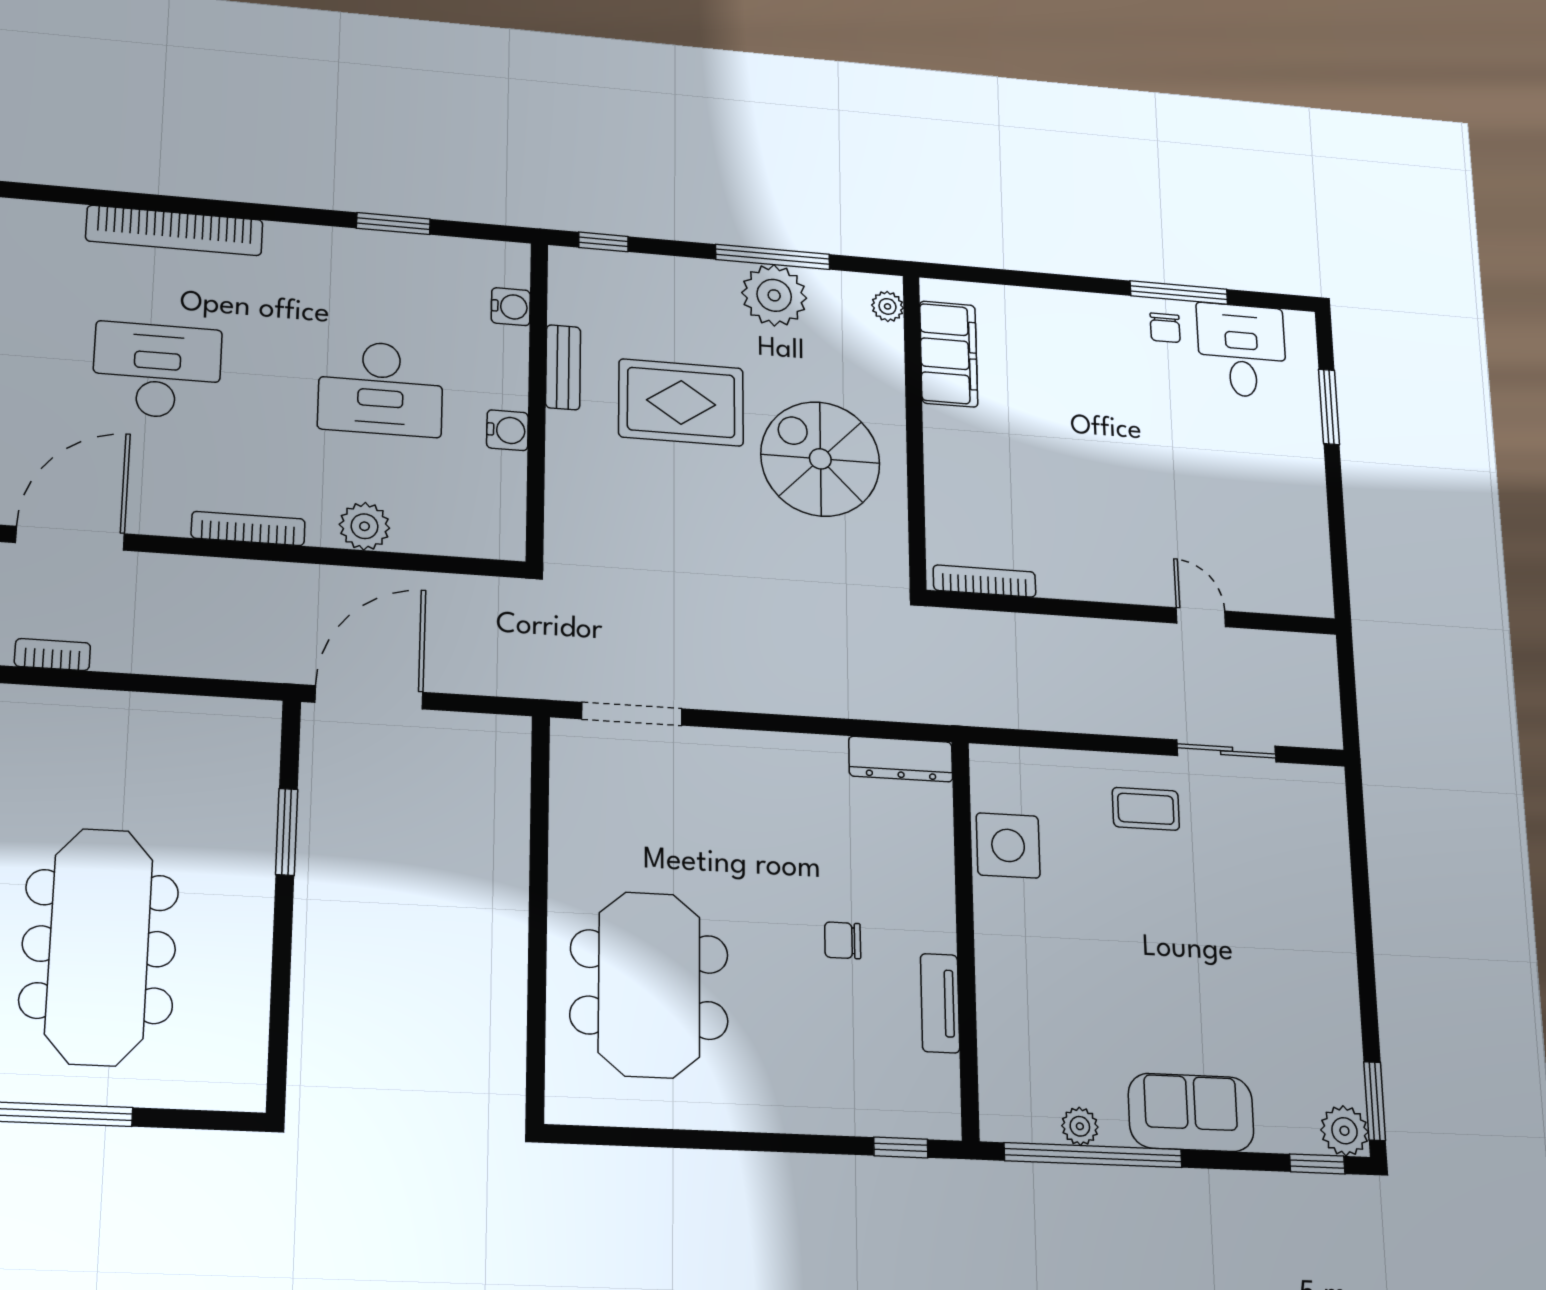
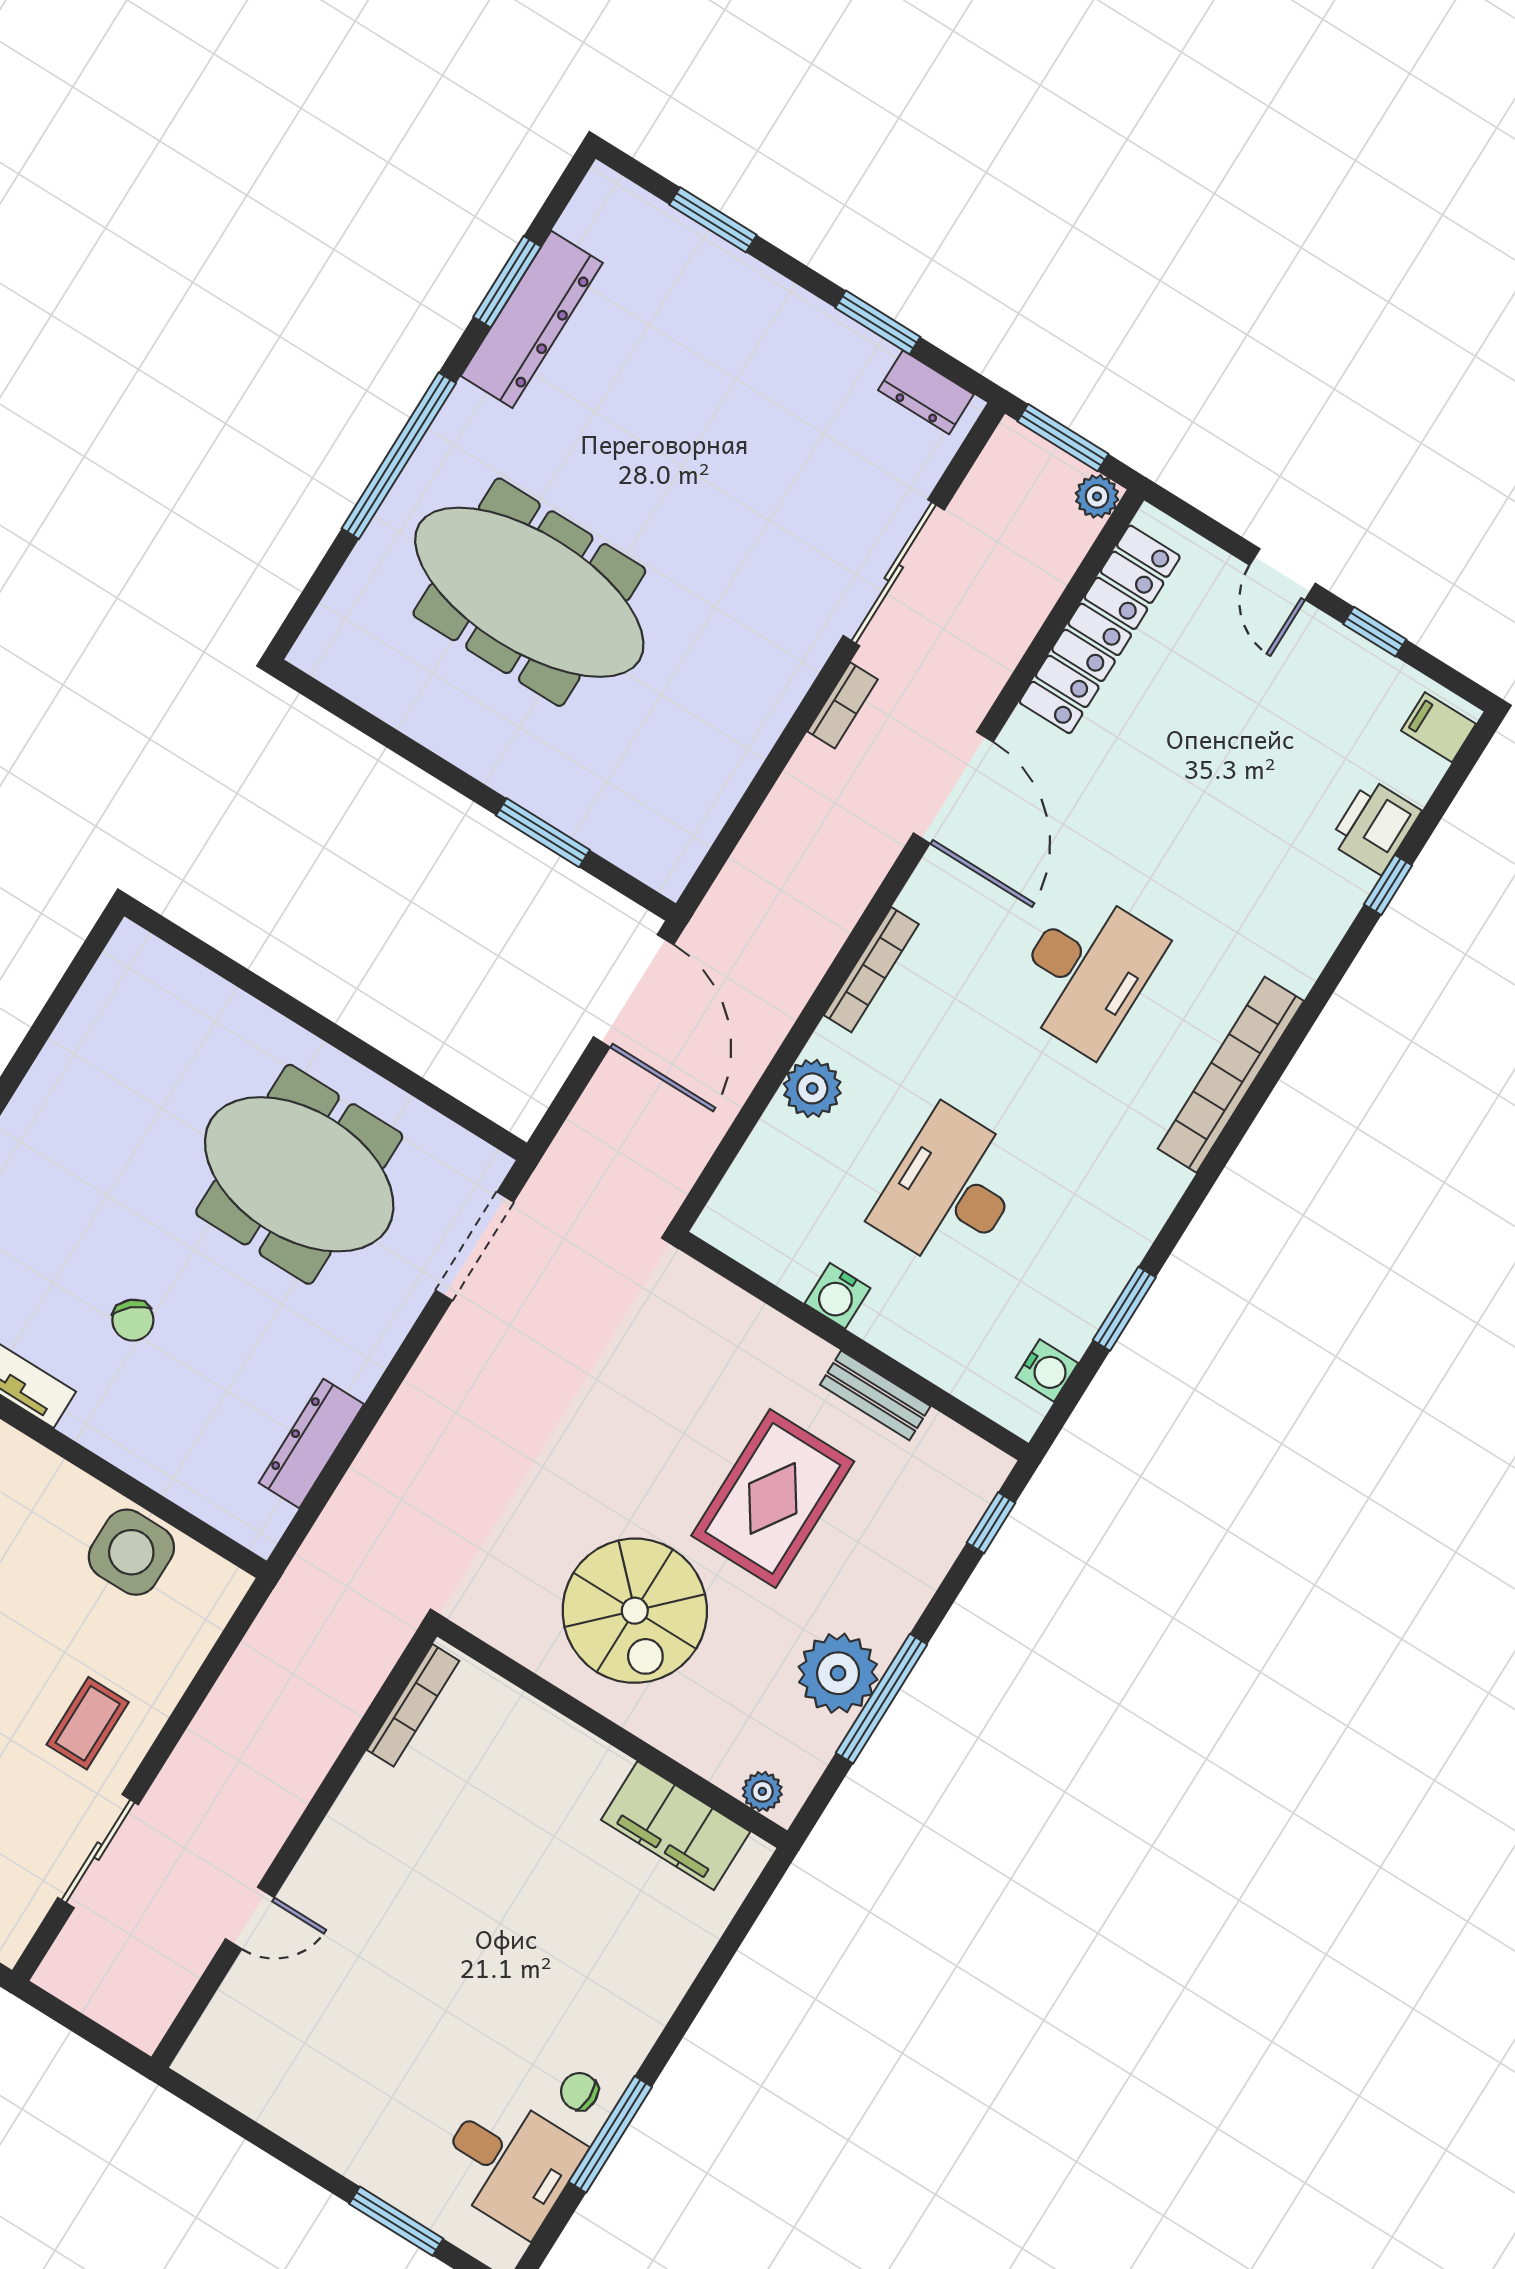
water cooler: (511, 307) -> (1047, 1370), moved, turned -90
spiral stairs: (820, 459) -> (635, 1611), turned 90
dresser: (901, 759) -> (311, 1444), moved
chair: (843, 940) -> (133, 1320), turned 139
meeting table: (649, 985) -> (299, 1174), moved

